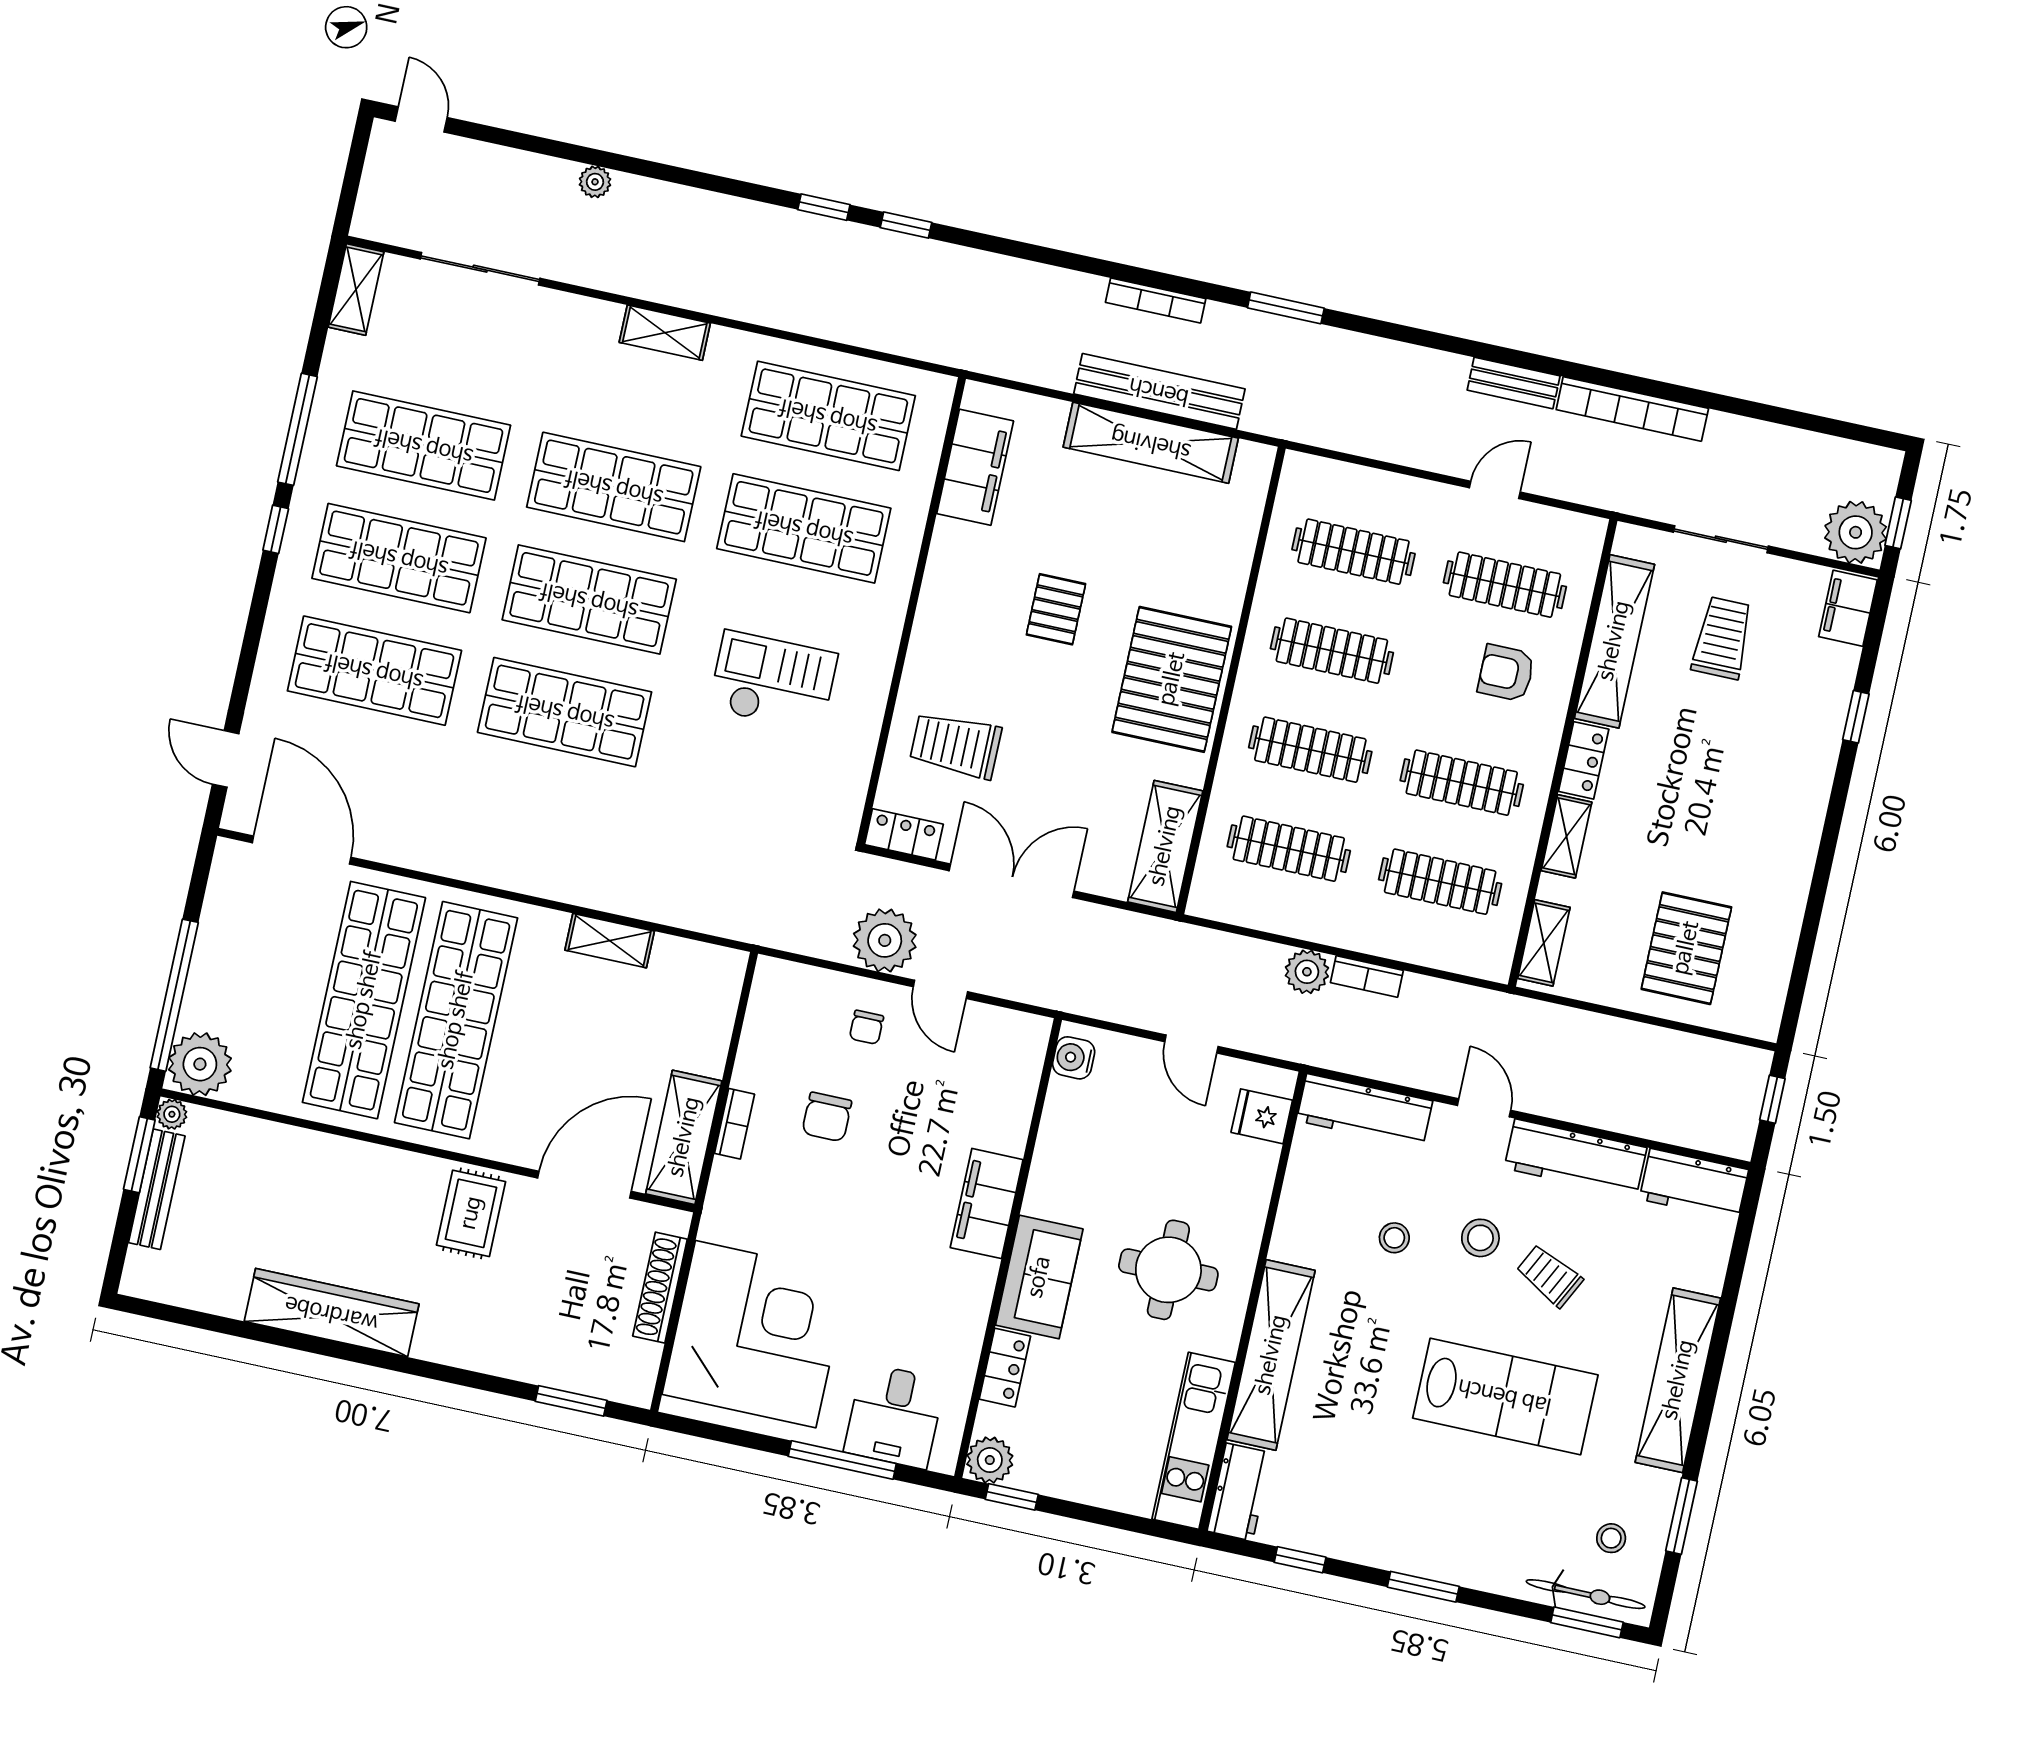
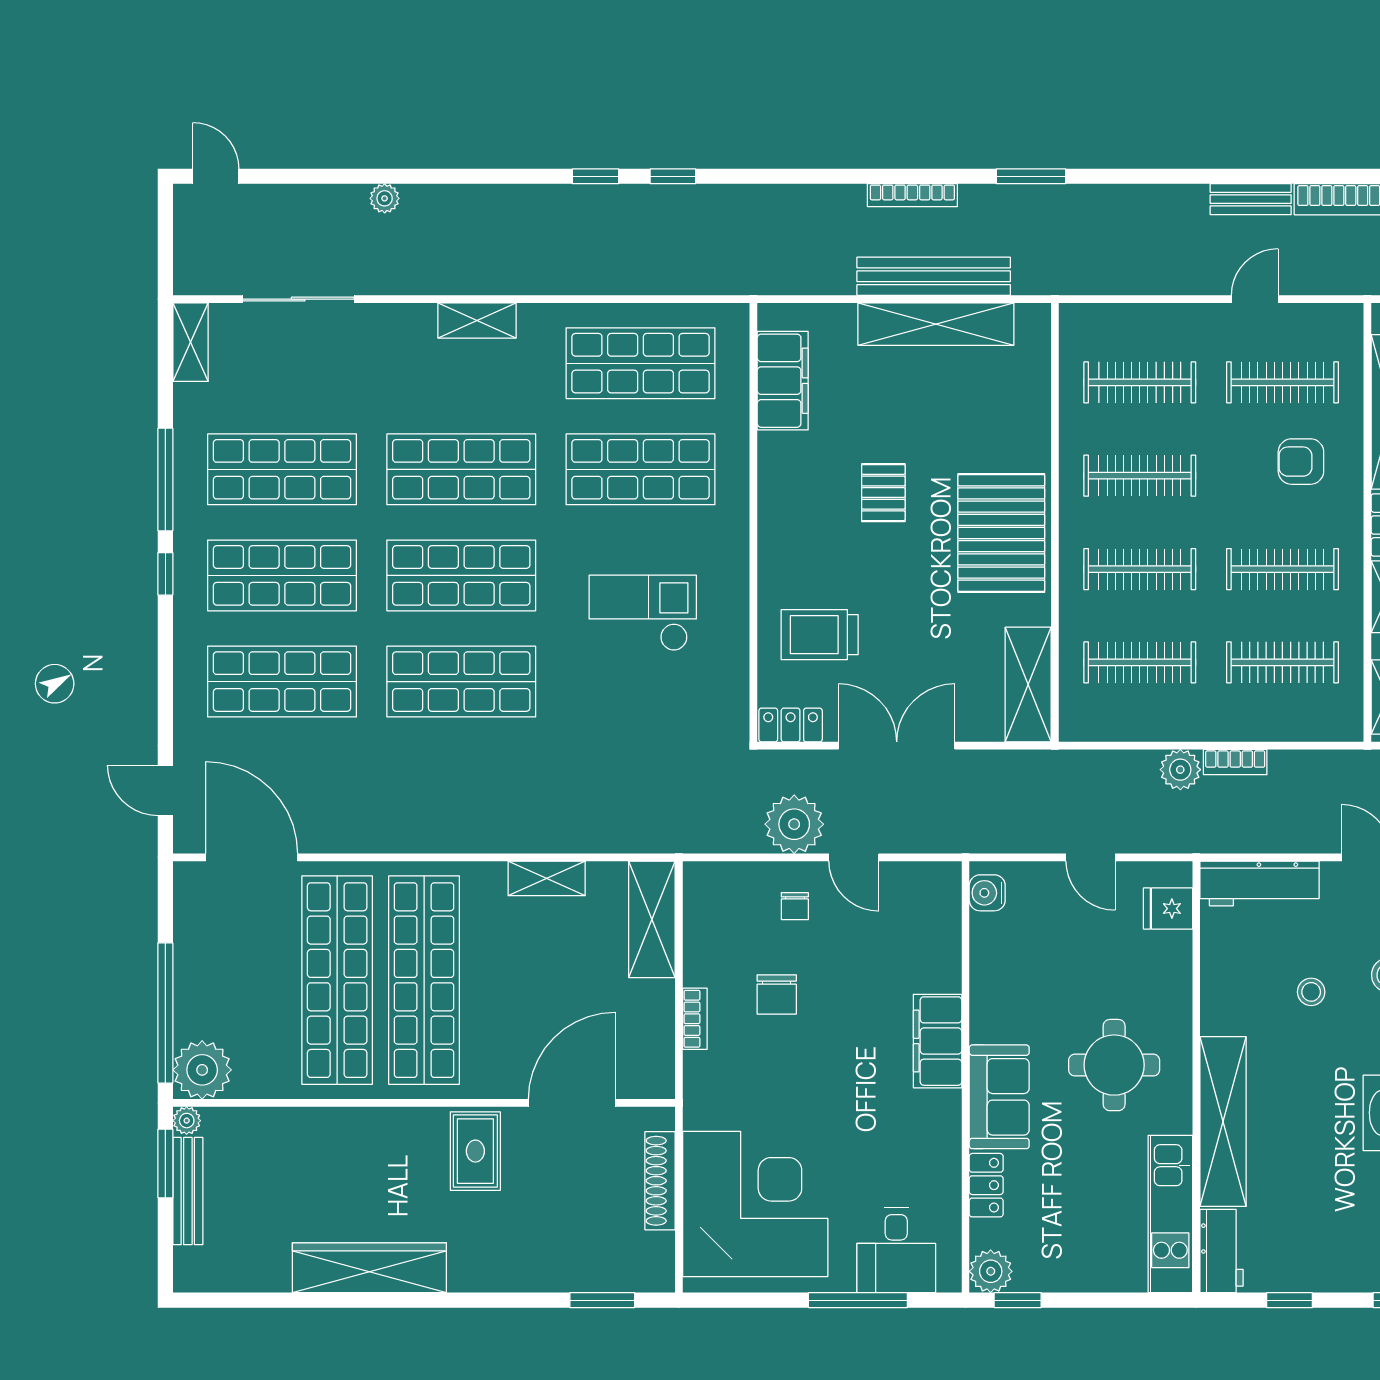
shelving: (684, 1137) -> (652, 919), moved

